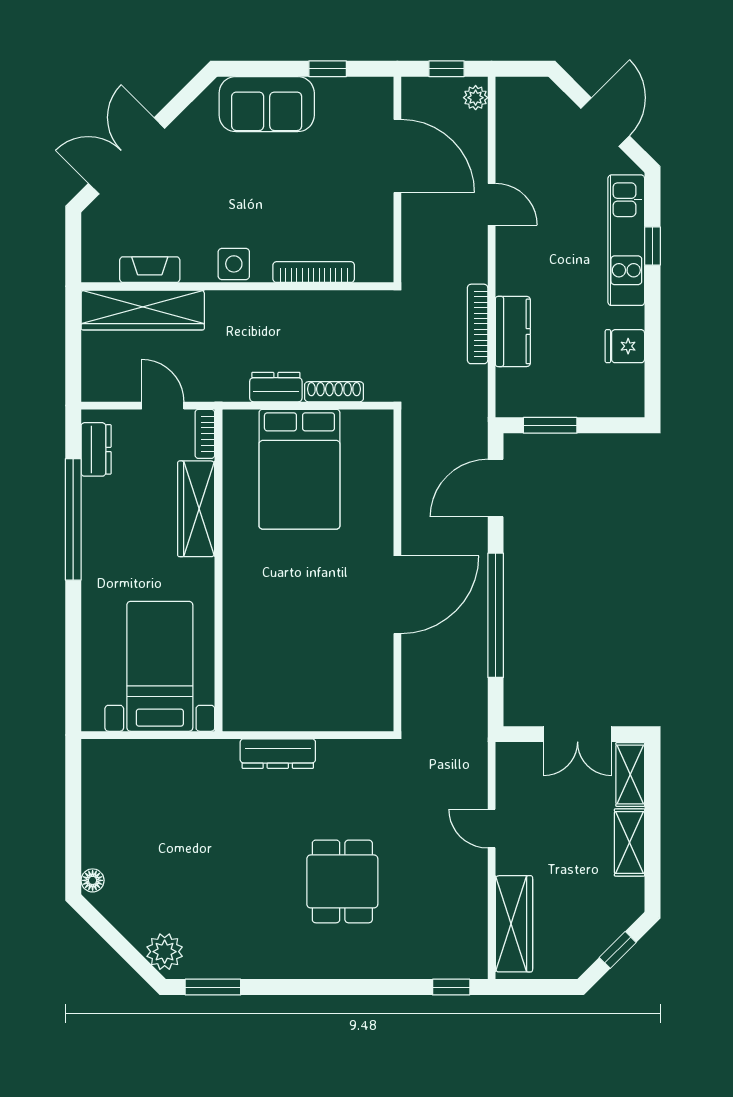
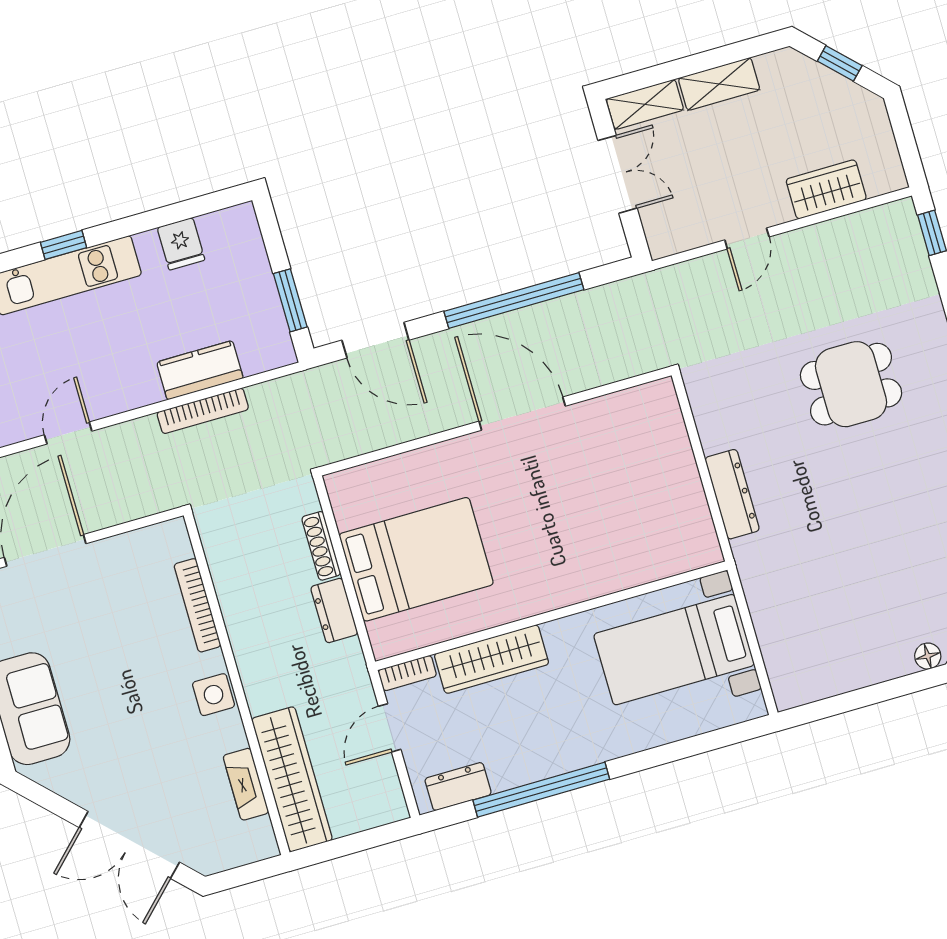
wardrobe: (514, 924) -> (826, 189), width x0.67

